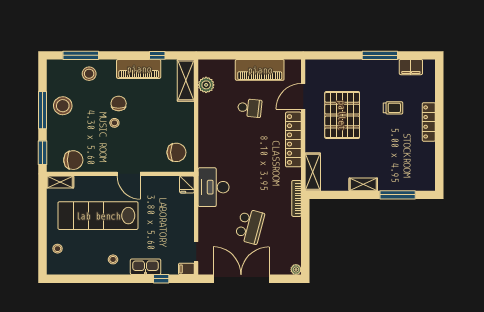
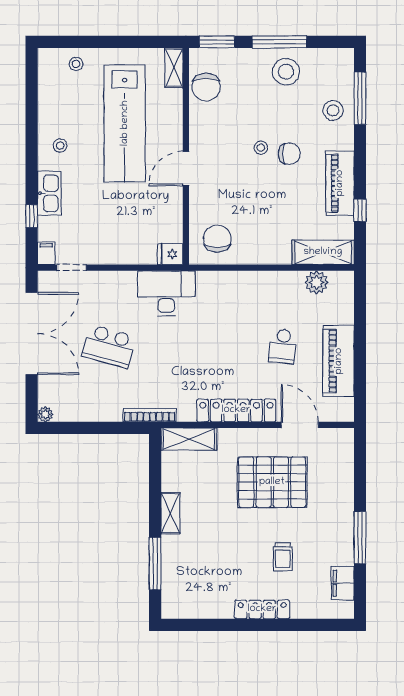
chair: (176, 152) -> (217, 239), turned 180
lab bench: (98, 216) -> (125, 123), turned 180

